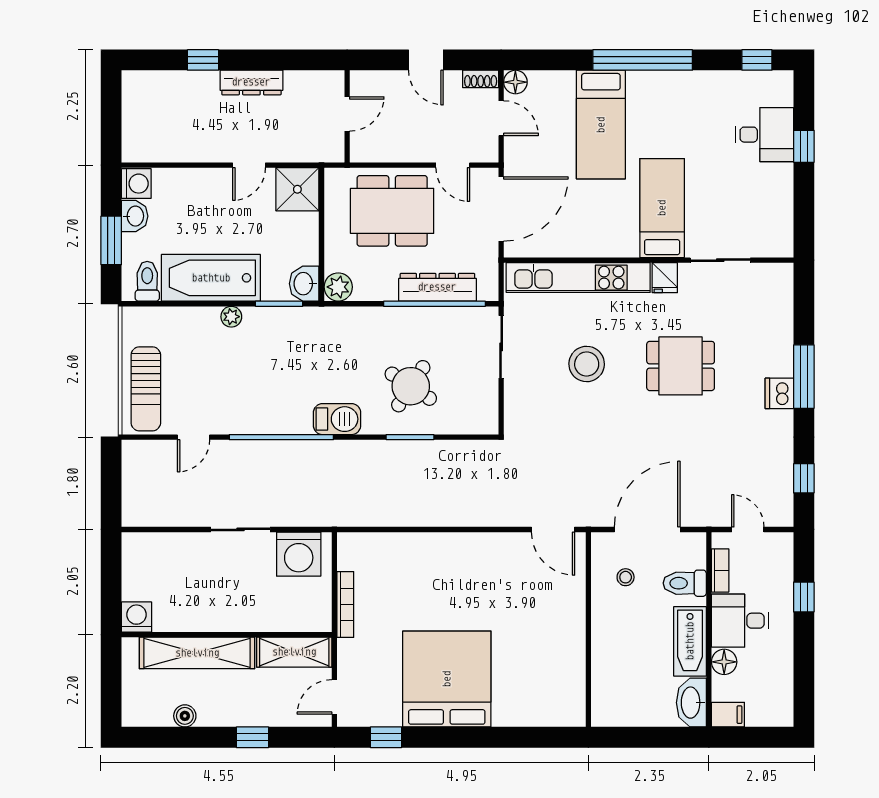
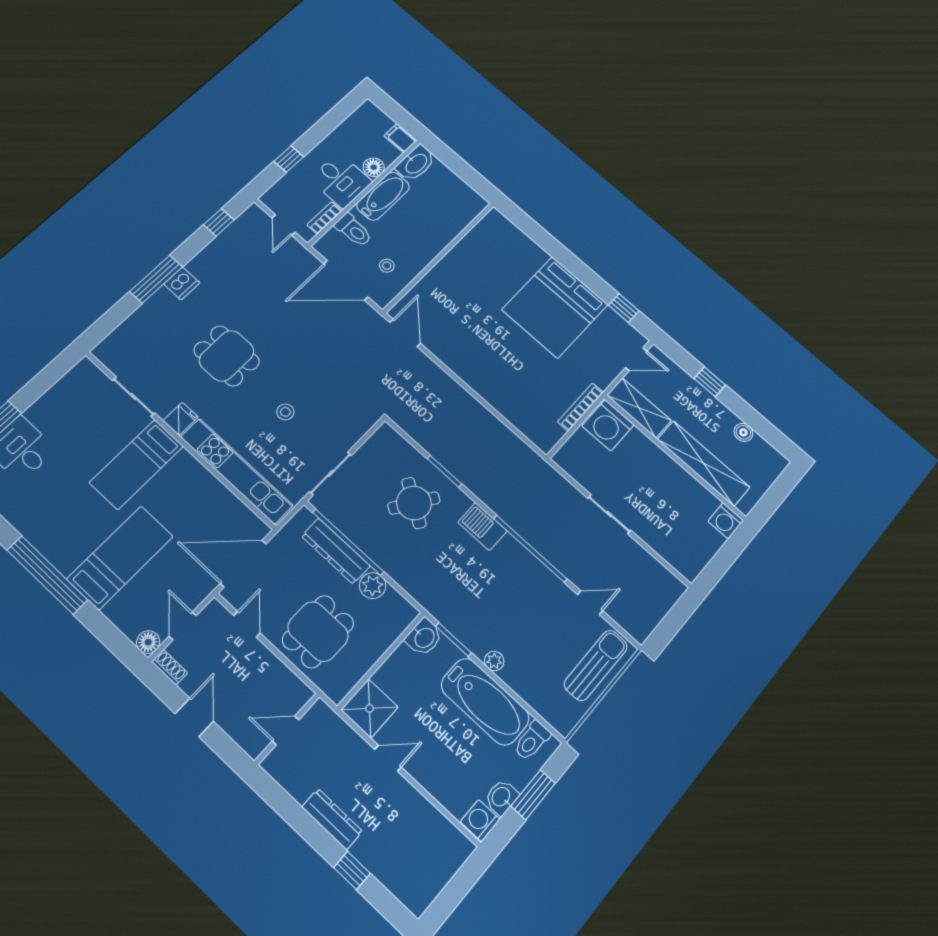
dining table: (392, 211) -> (318, 632), width x0.73
plant: (338, 287) -> (373, 586), moved
stool: (587, 364) -> (285, 412), width x0.53, depth x0.53
washing machine: (299, 554) -> (608, 425), moved, turned 180

